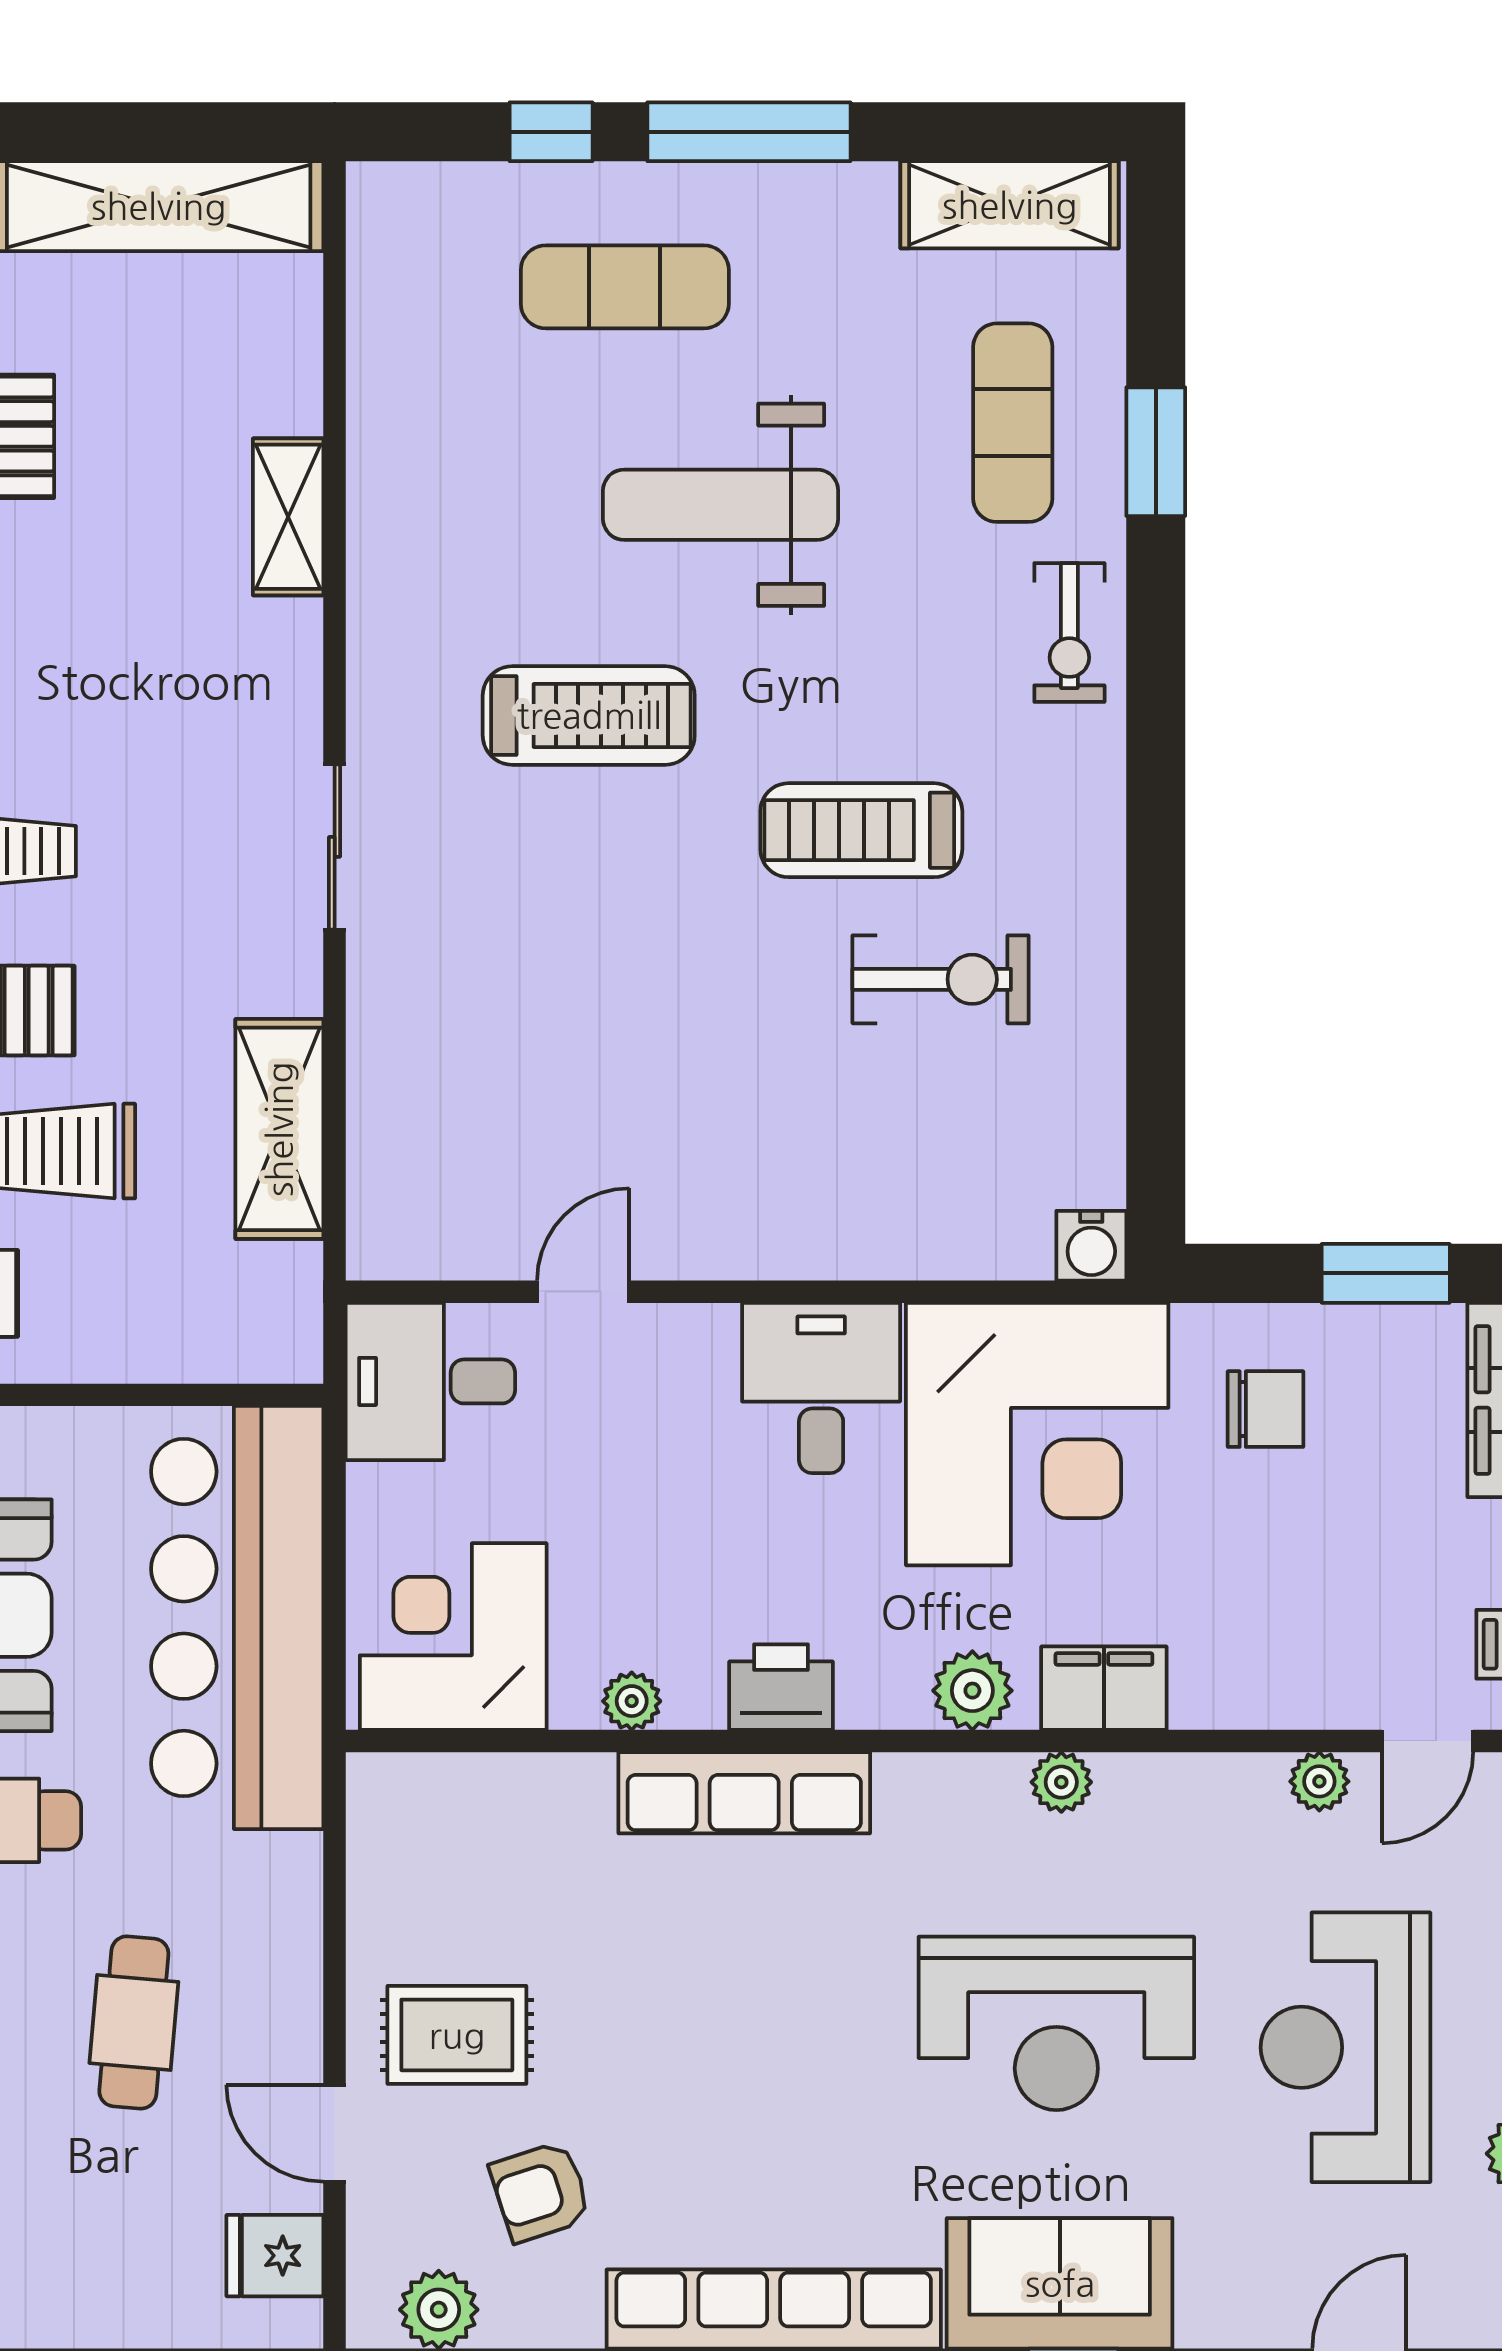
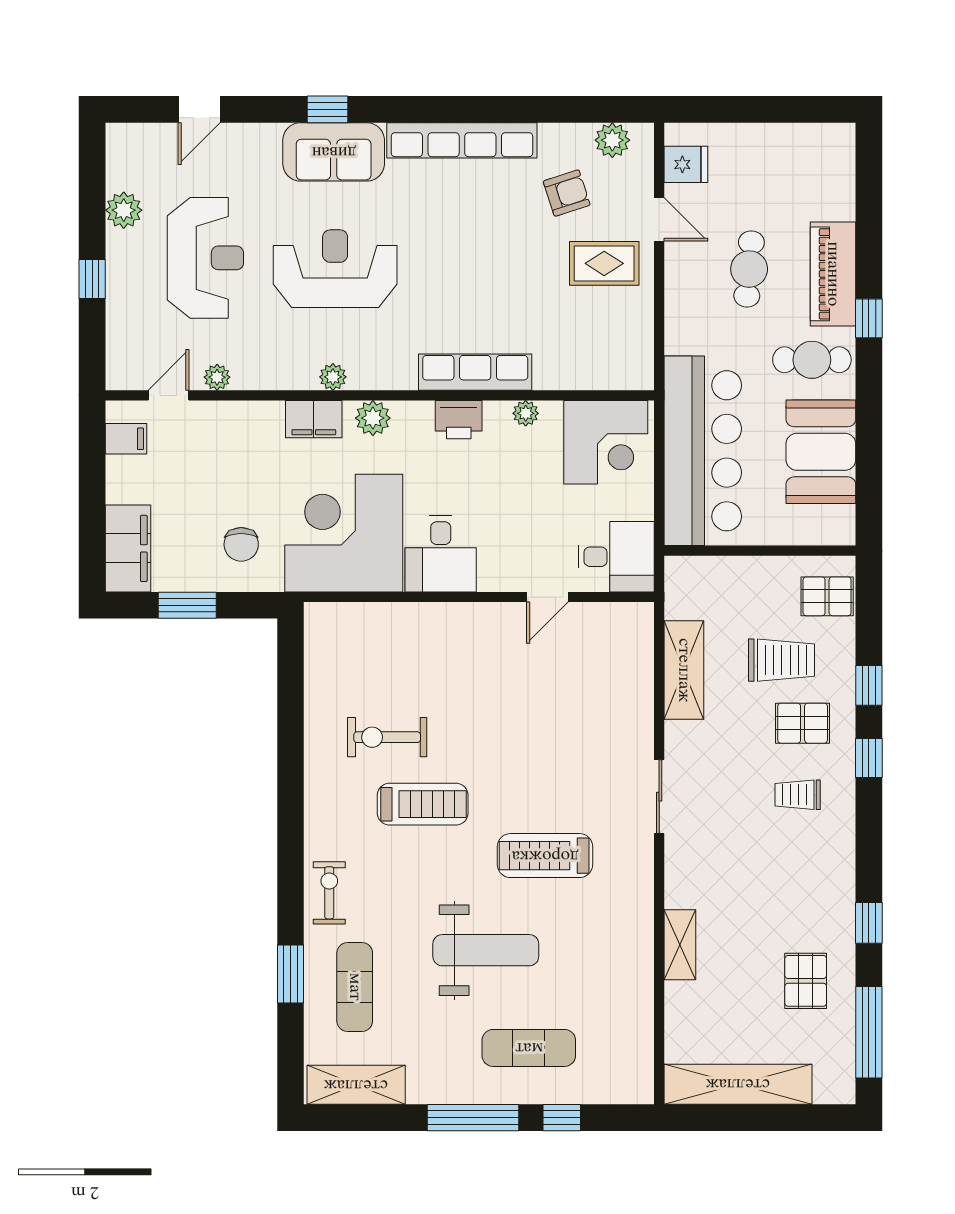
water cooler: (1091, 1246) -> (319, 618), removed
chair: (1266, 1409) -> (241, 544), turned -90

